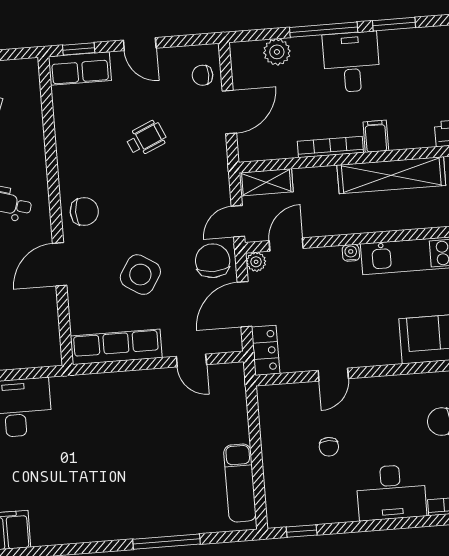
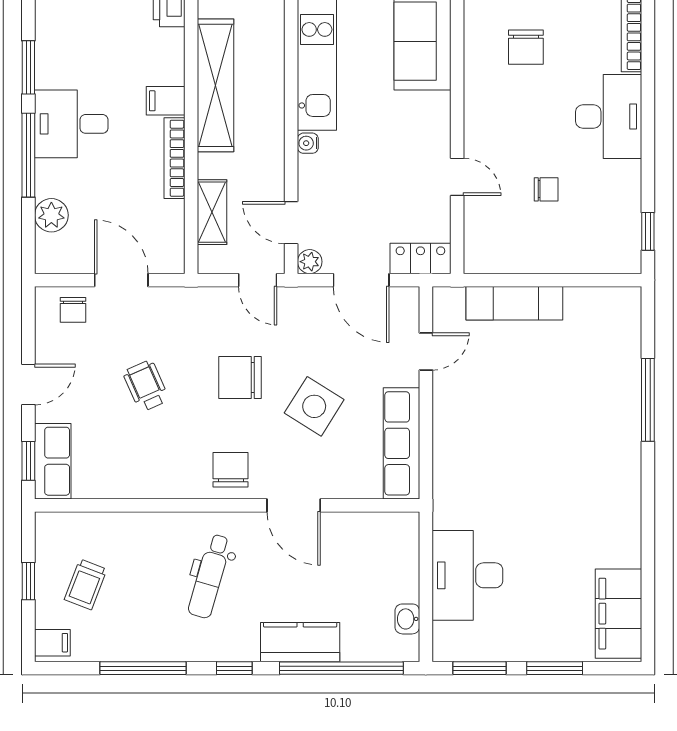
shelving: (266, 182) -> (212, 212), moved
chair: (213, 261) -> (240, 377), moved
exam couch: (240, 483) -> (514, 303), moved

